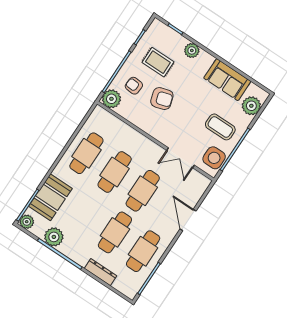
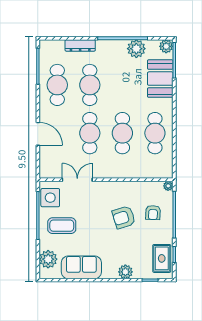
rug: (158, 62) -> (162, 258), moved, turned 90
armchair: (134, 86) -> (153, 213), turned 89
plant: (111, 99) -> (168, 186), width x0.53, depth x0.53

